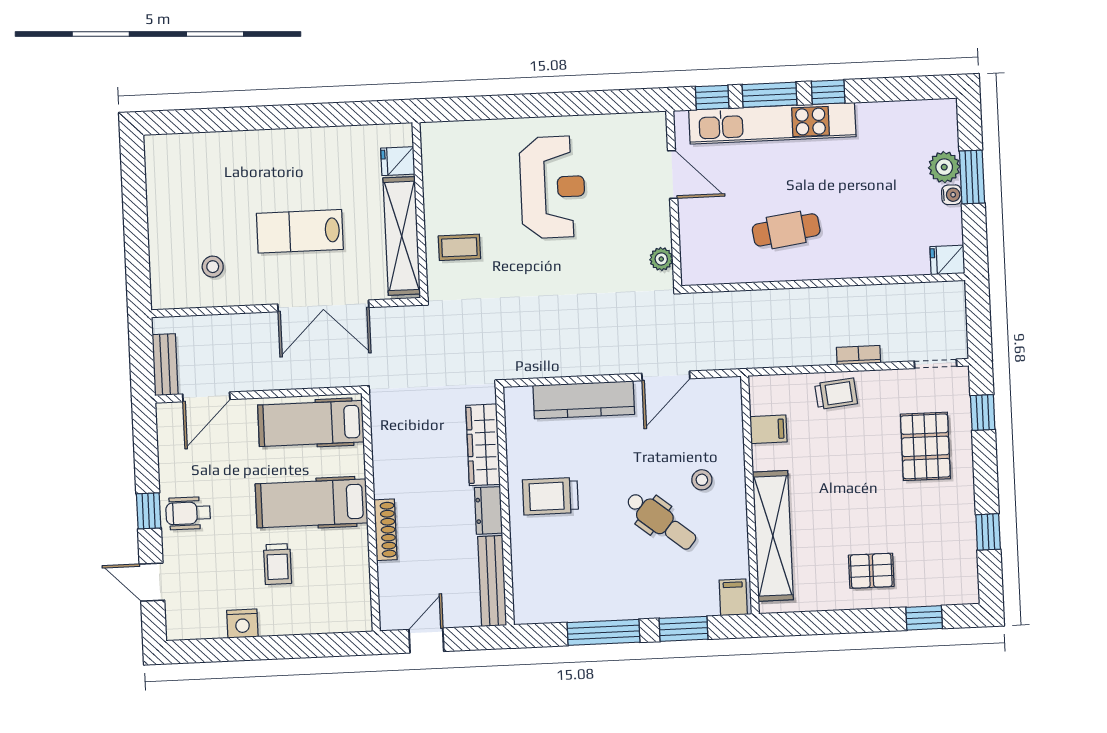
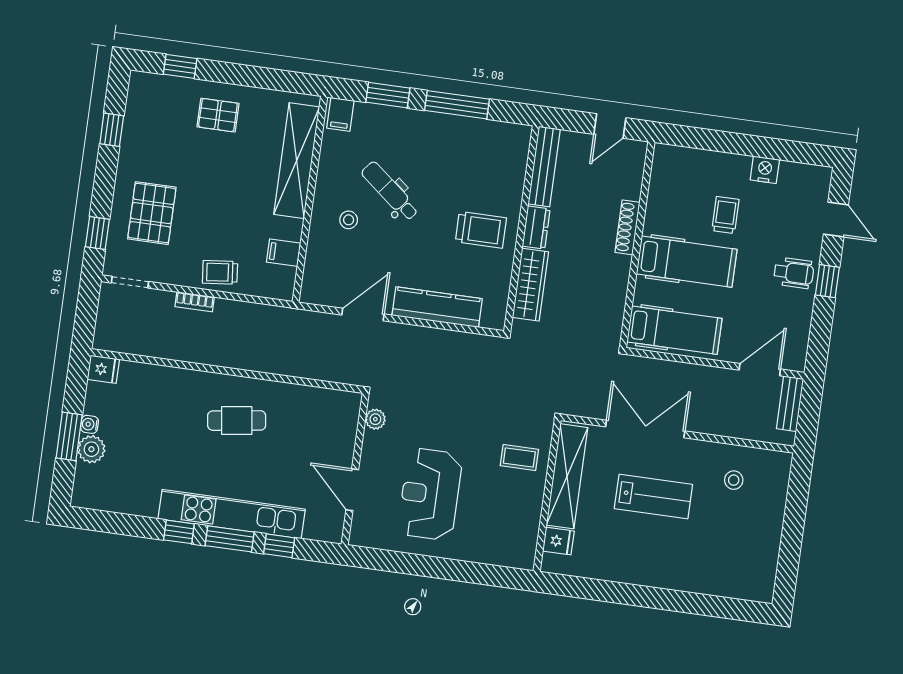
door: (673, 175) -> (352, 490), moved
wall: (674, 199) -> (355, 469), moved
plant: (661, 259) -> (375, 419), moved

